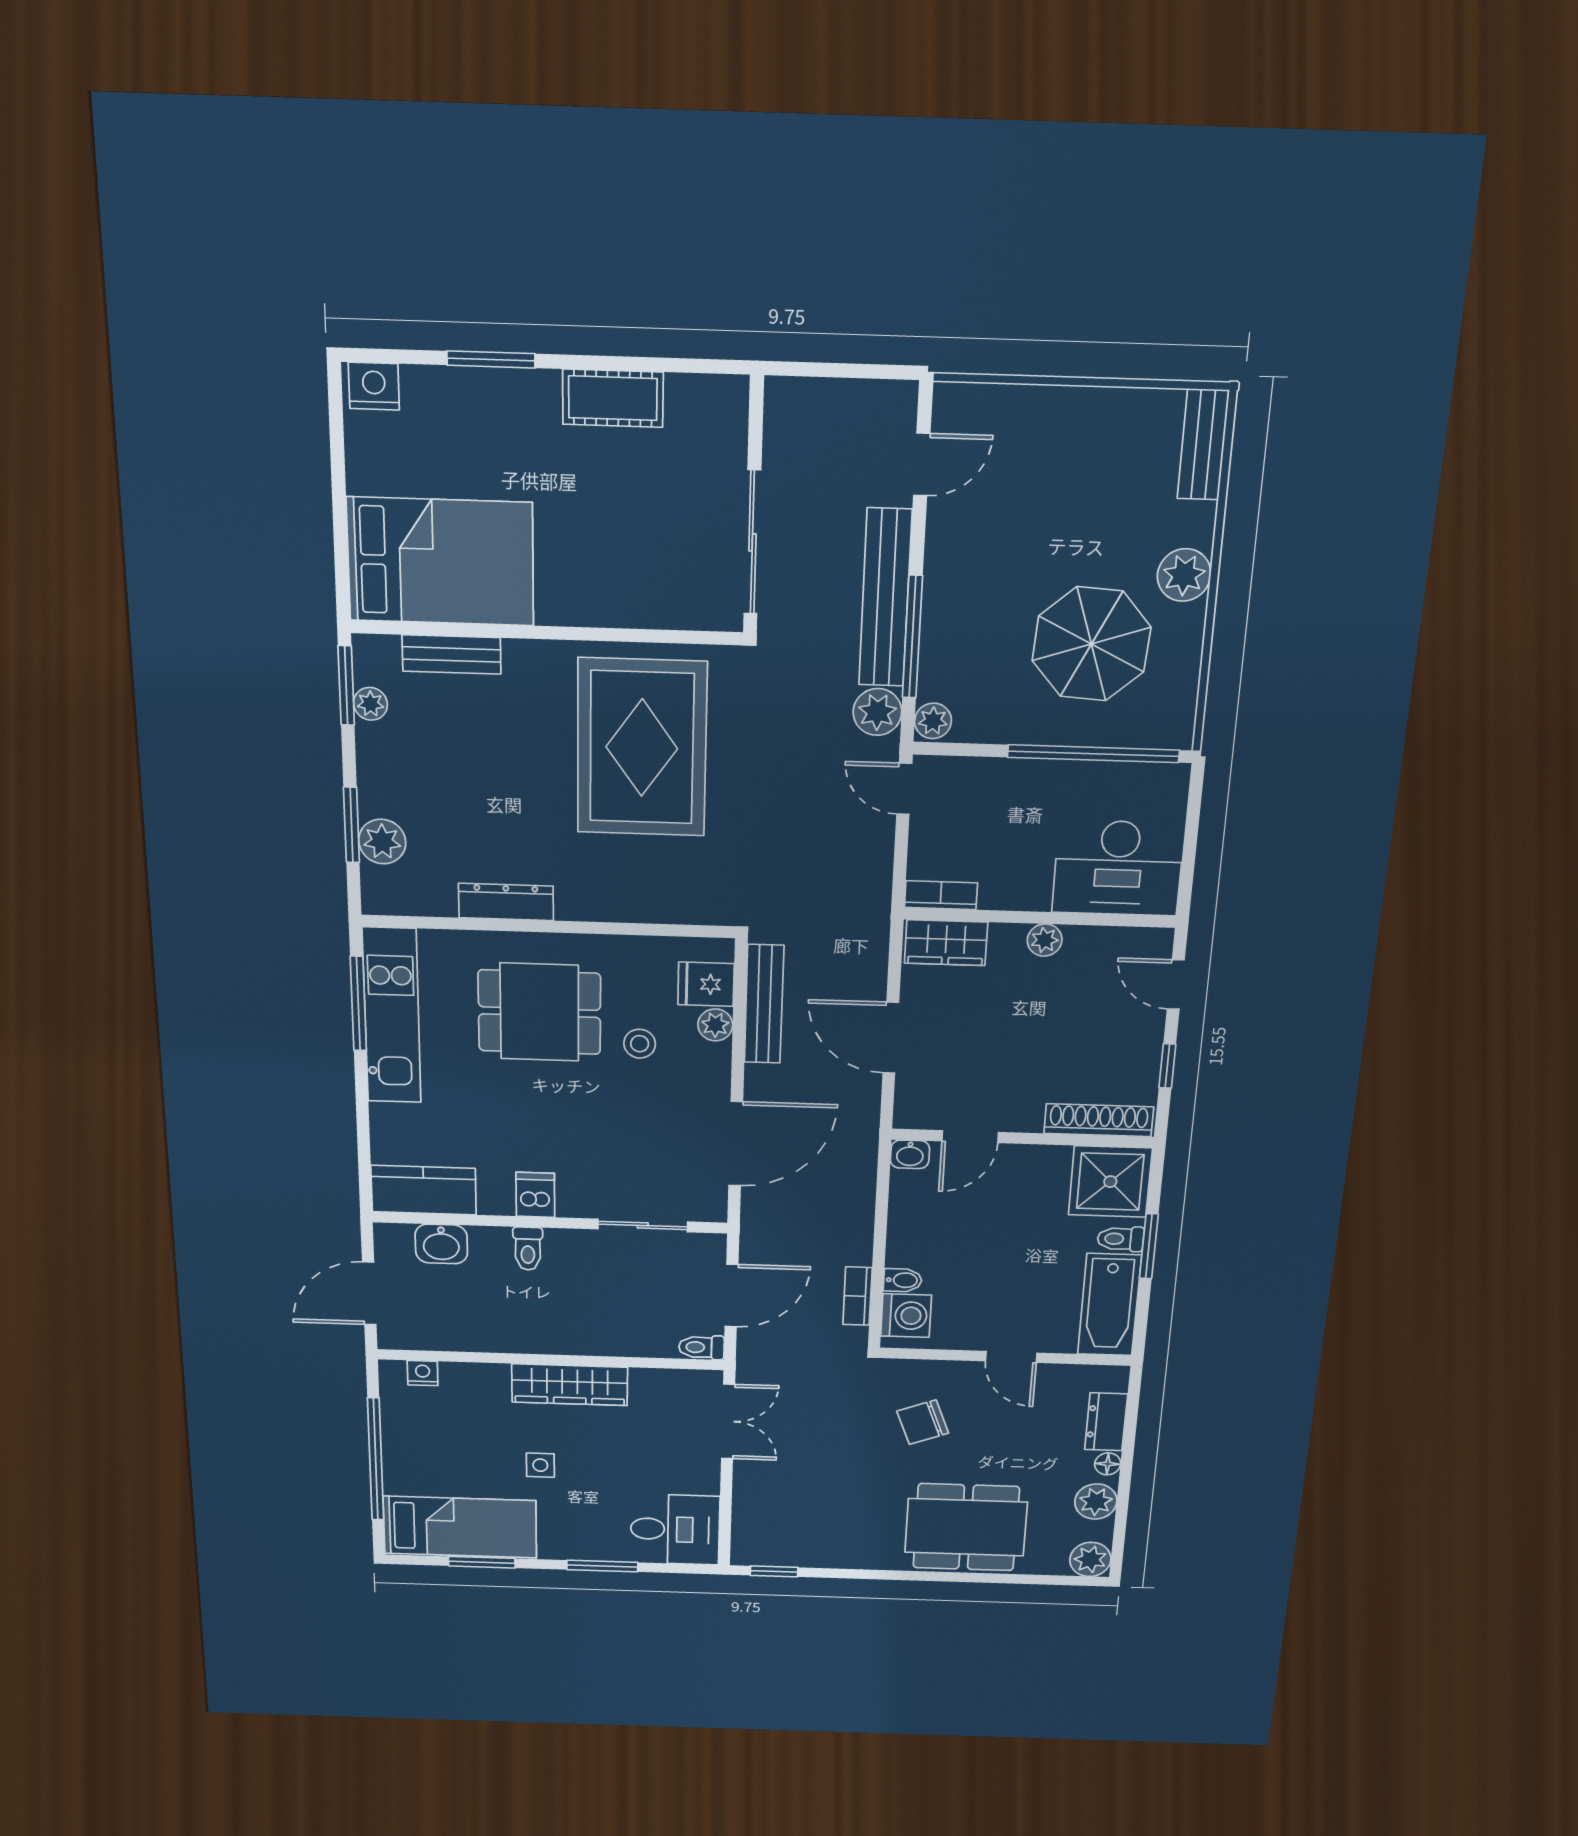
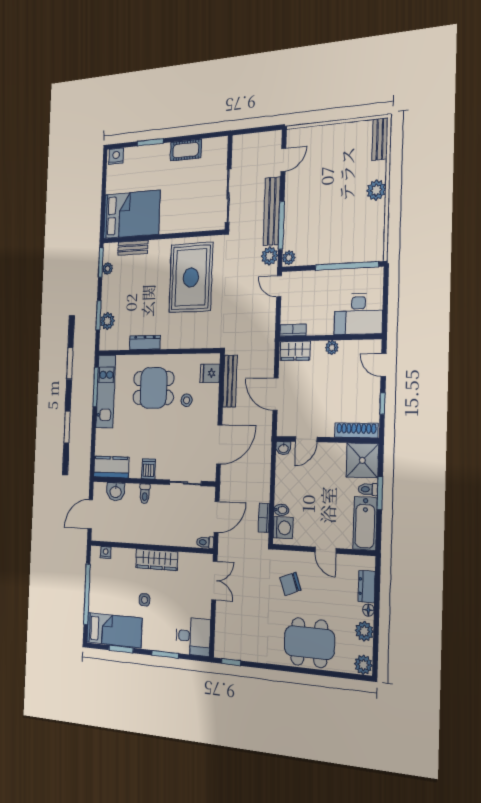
parasol: (1091, 644) -> (344, 221), removed
plant: (715, 1025) -> (213, 391), removed

